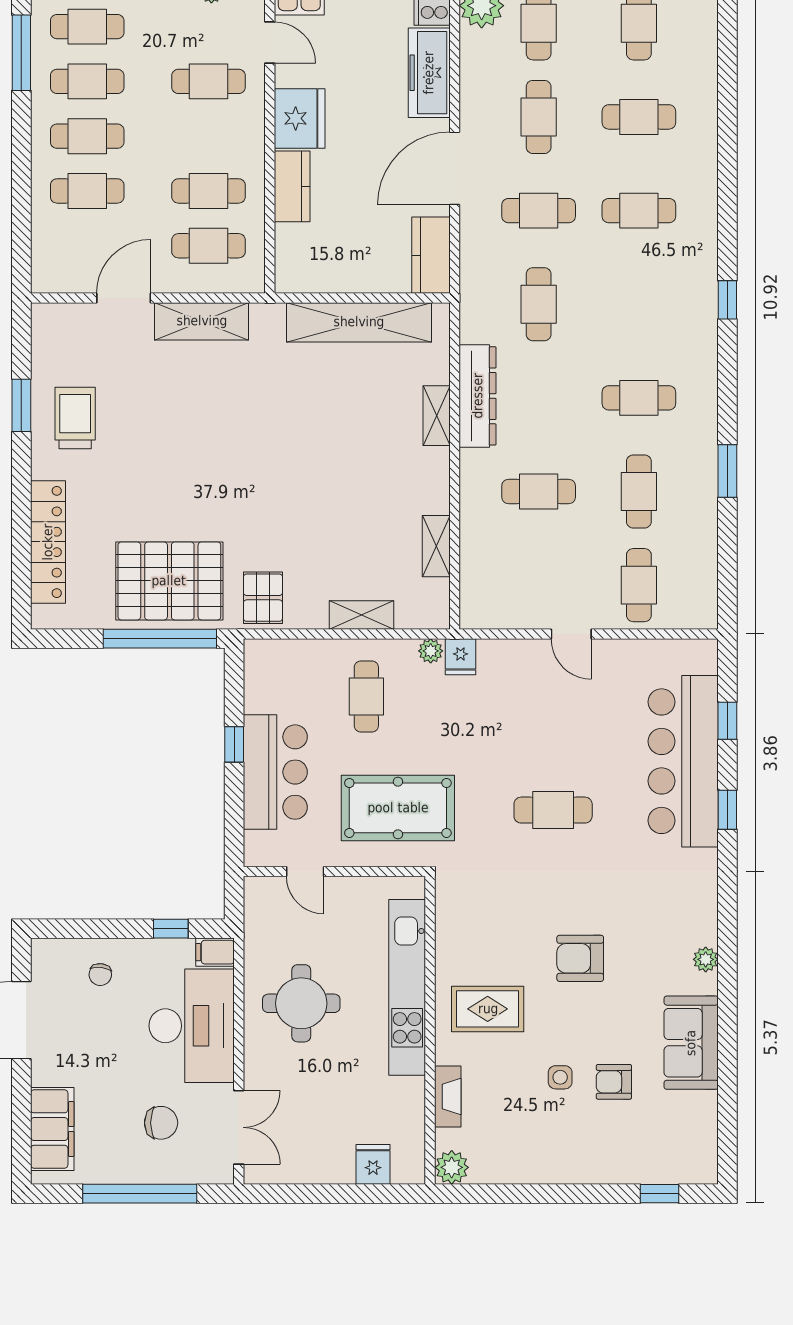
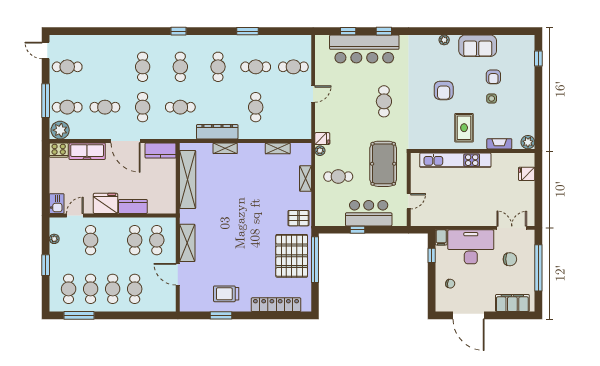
cafe table: (639, 117) -> (180, 67), moved
round table: (301, 1003) -> (462, 203), removed
chair: (161, 1123) -> (510, 259), turned 90

